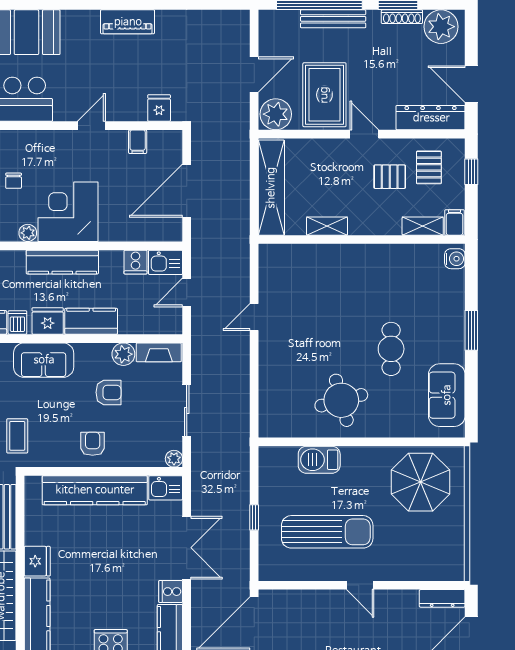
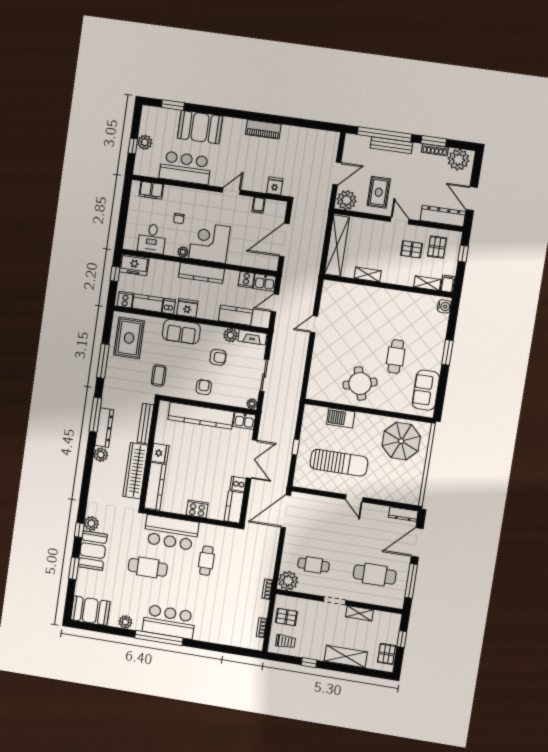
rug: (324, 95) -> (379, 192), width x0.73, depth x0.70
kitchen counter: (91, 321) -> (236, 315), moved

